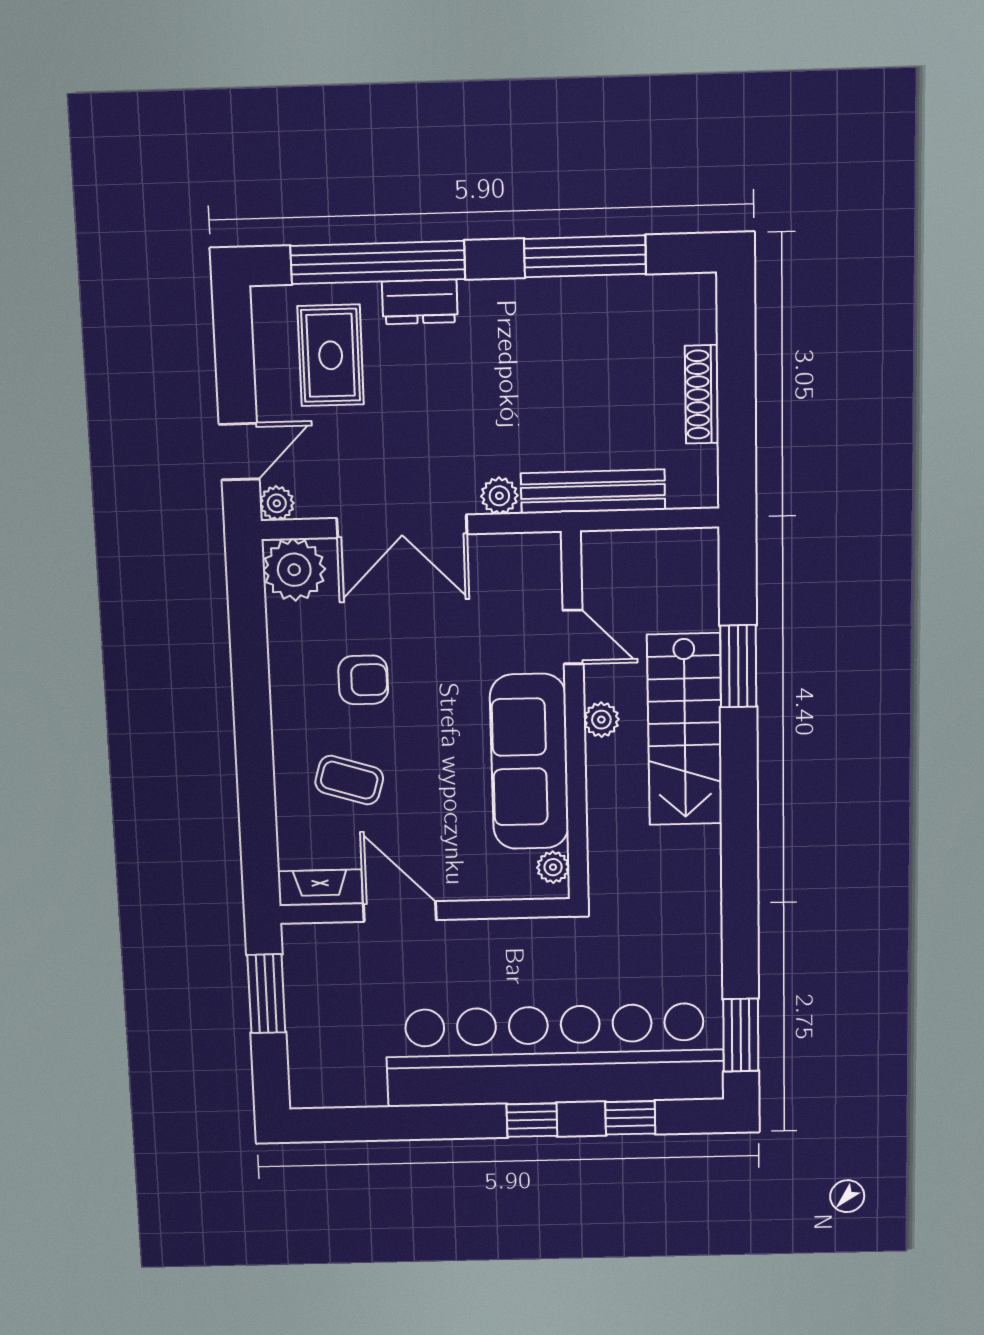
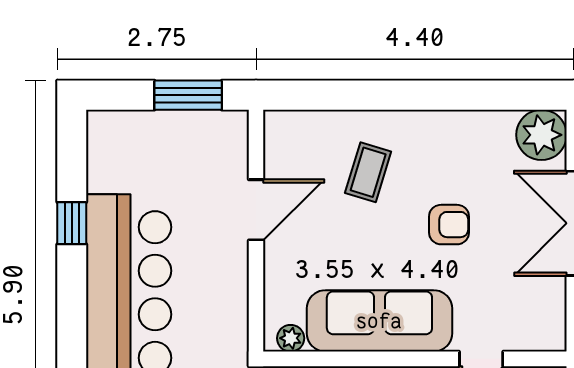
armchair: (363, 680) -> (449, 225), moved, turned -90
fireplace: (320, 888) -> (278, 144), removed
window: (532, 1120) -> (72, 223), moved

